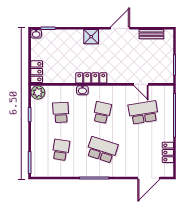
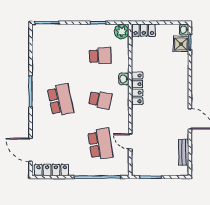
shower: (91, 37) -> (181, 44), moved
door: (141, 84) -> (130, 141), hinge flipped
school desk: (61, 150) -> (60, 56), removed
school desk: (102, 150) -> (60, 100), turned -30
locker: (168, 152) -> (52, 170), width x1.53

